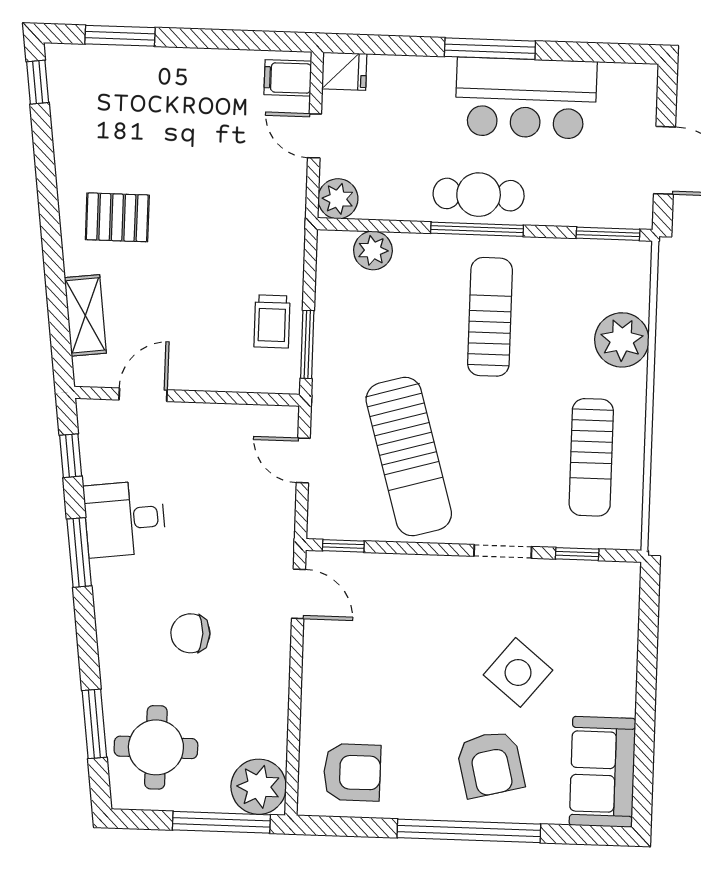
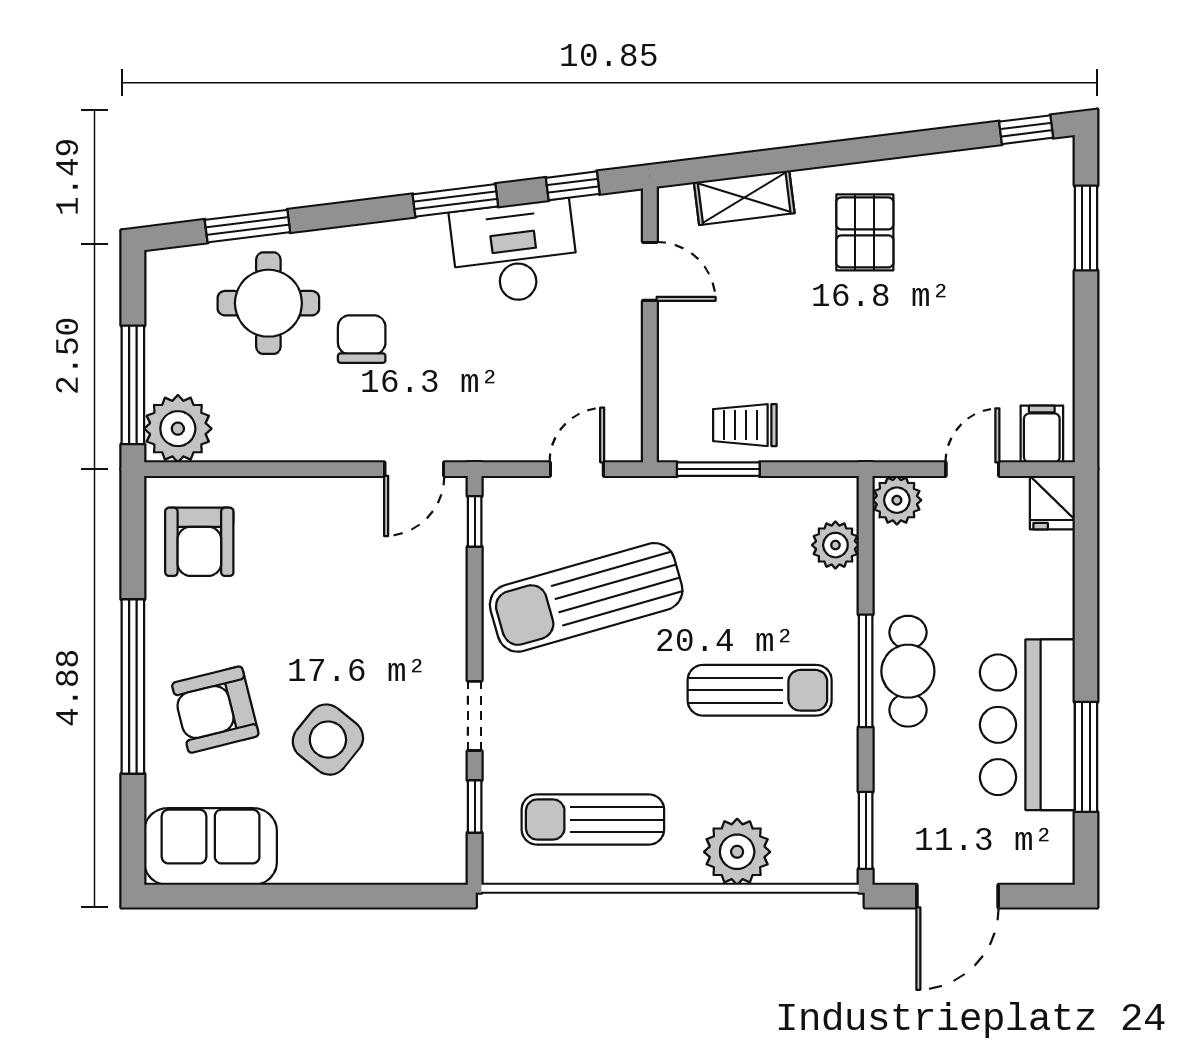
window: (490, 49) -> (1086, 757), moved
desk: (125, 519) -> (514, 252), width x1.37
round table: (156, 747) -> (268, 303), moved

